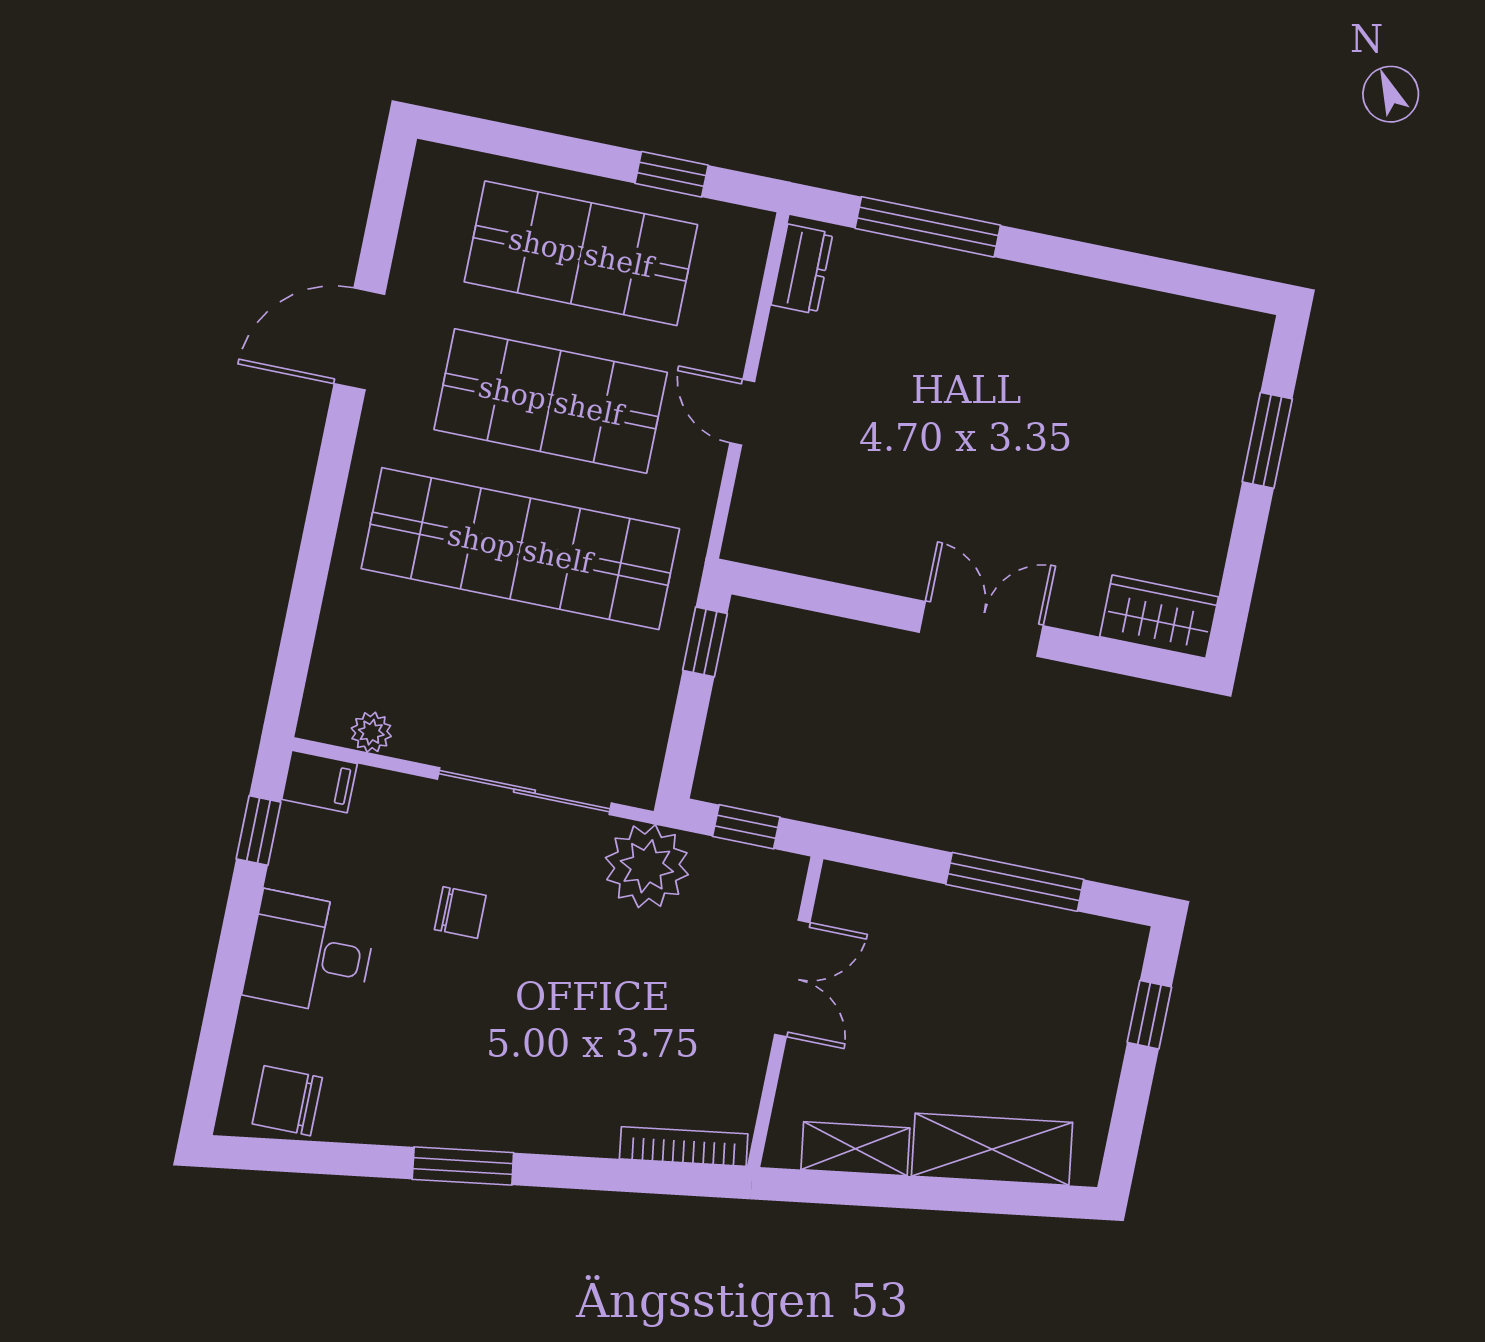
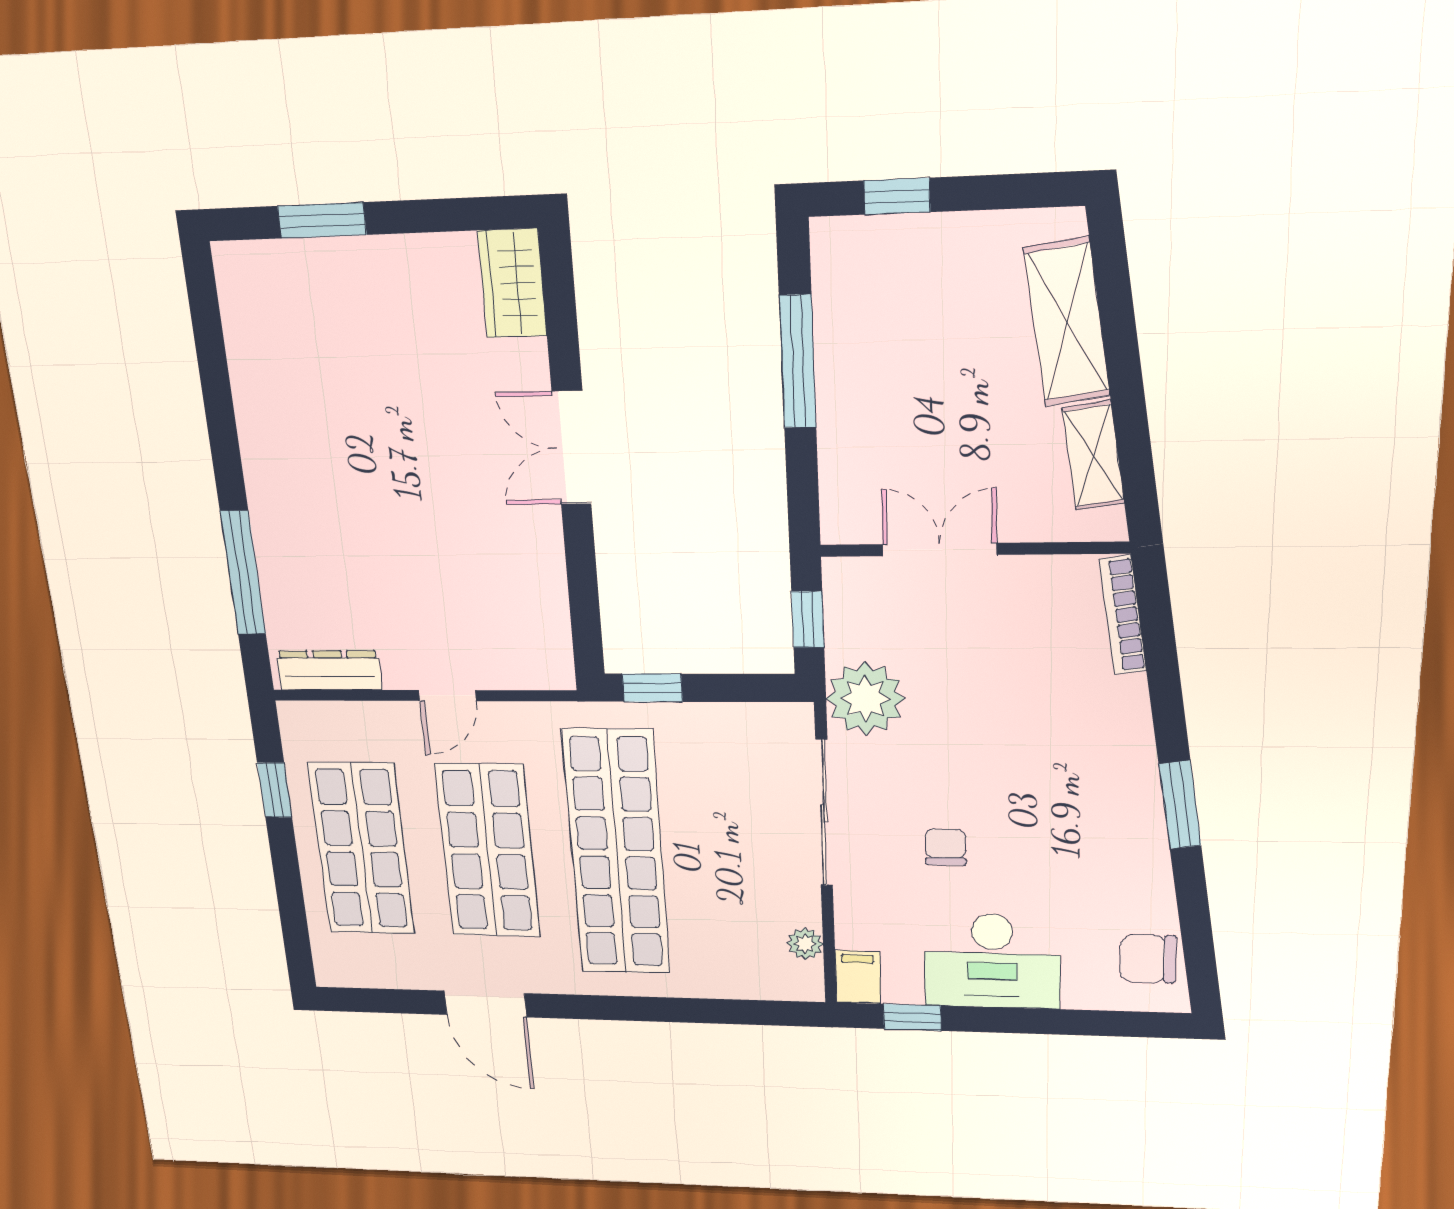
dresser: (802, 269) -> (329, 670), width x1.44
desk: (310, 953) -> (992, 961), width x1.37
chair: (287, 1101) -> (1148, 959), turned 90

